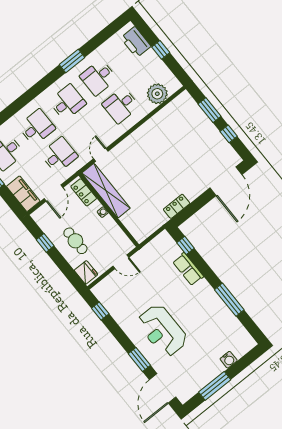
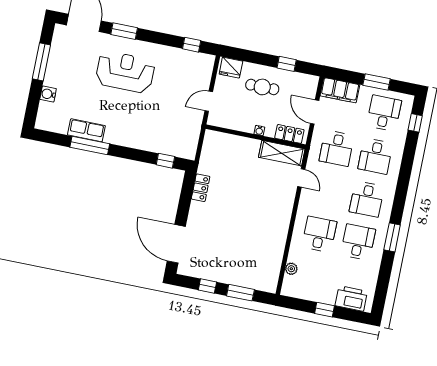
plant: (157, 94) -> (291, 269), width x0.53, depth x0.53
shelving: (106, 191) -> (282, 153), width x0.68
row of seats: (188, 269) -> (86, 130), moved

